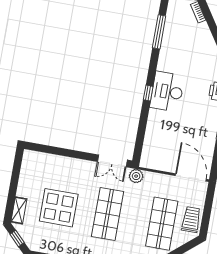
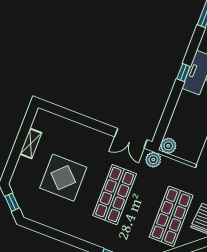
plant: (147, 161) -> (168, 146), added
shelving: (19, 210) -> (31, 143), moved

